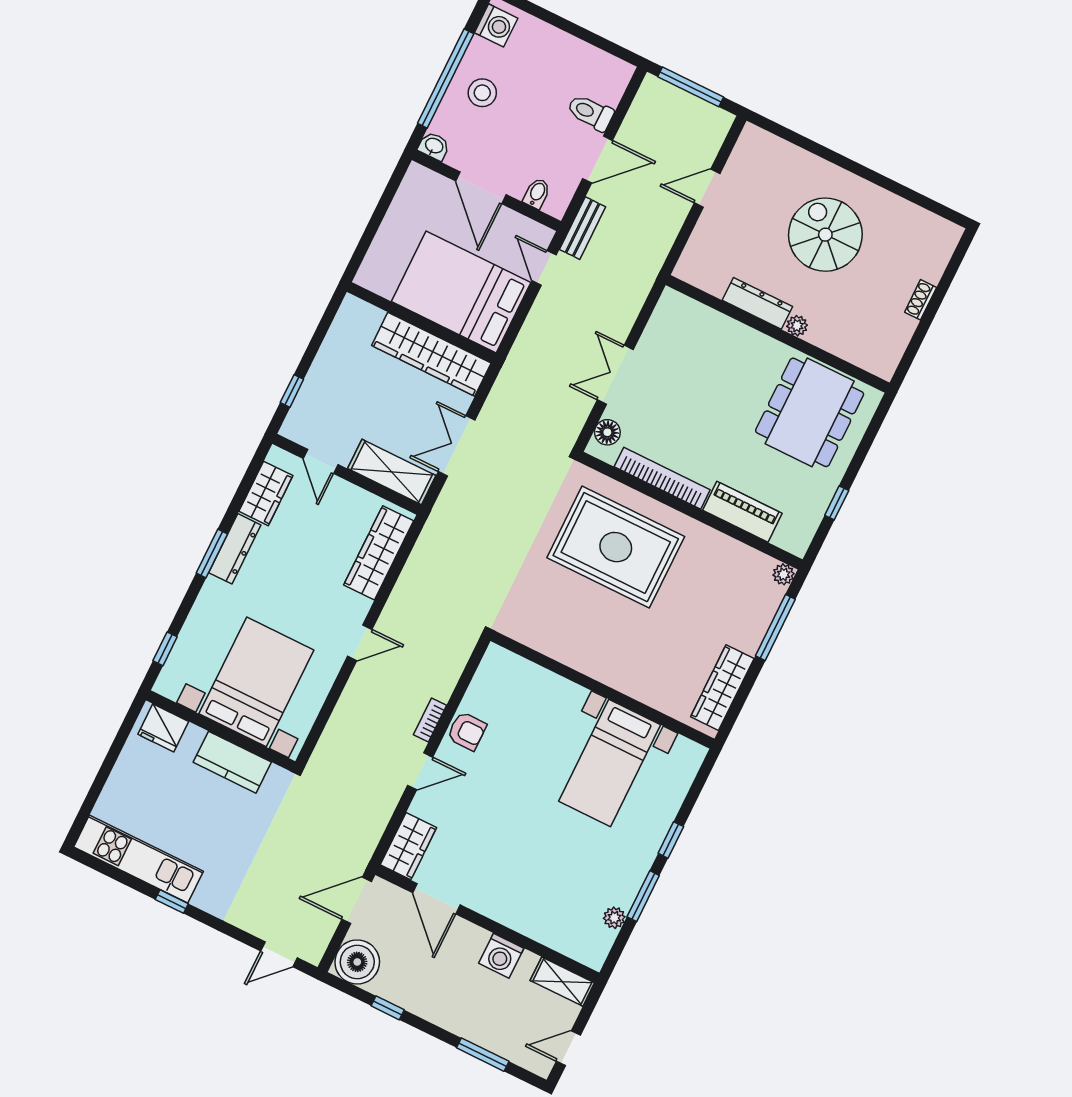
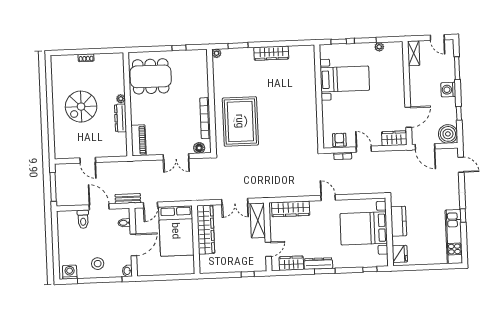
piano: (742, 512) -> (139, 140), moved, turned 180
window: (775, 628) -> (238, 45), width x0.69
wall: (602, 690) -> (319, 97), moved
bed with nightstands: (610, 763) -> (345, 79), moved
washing machine: (501, 956) -> (448, 90), moved, turned 180

